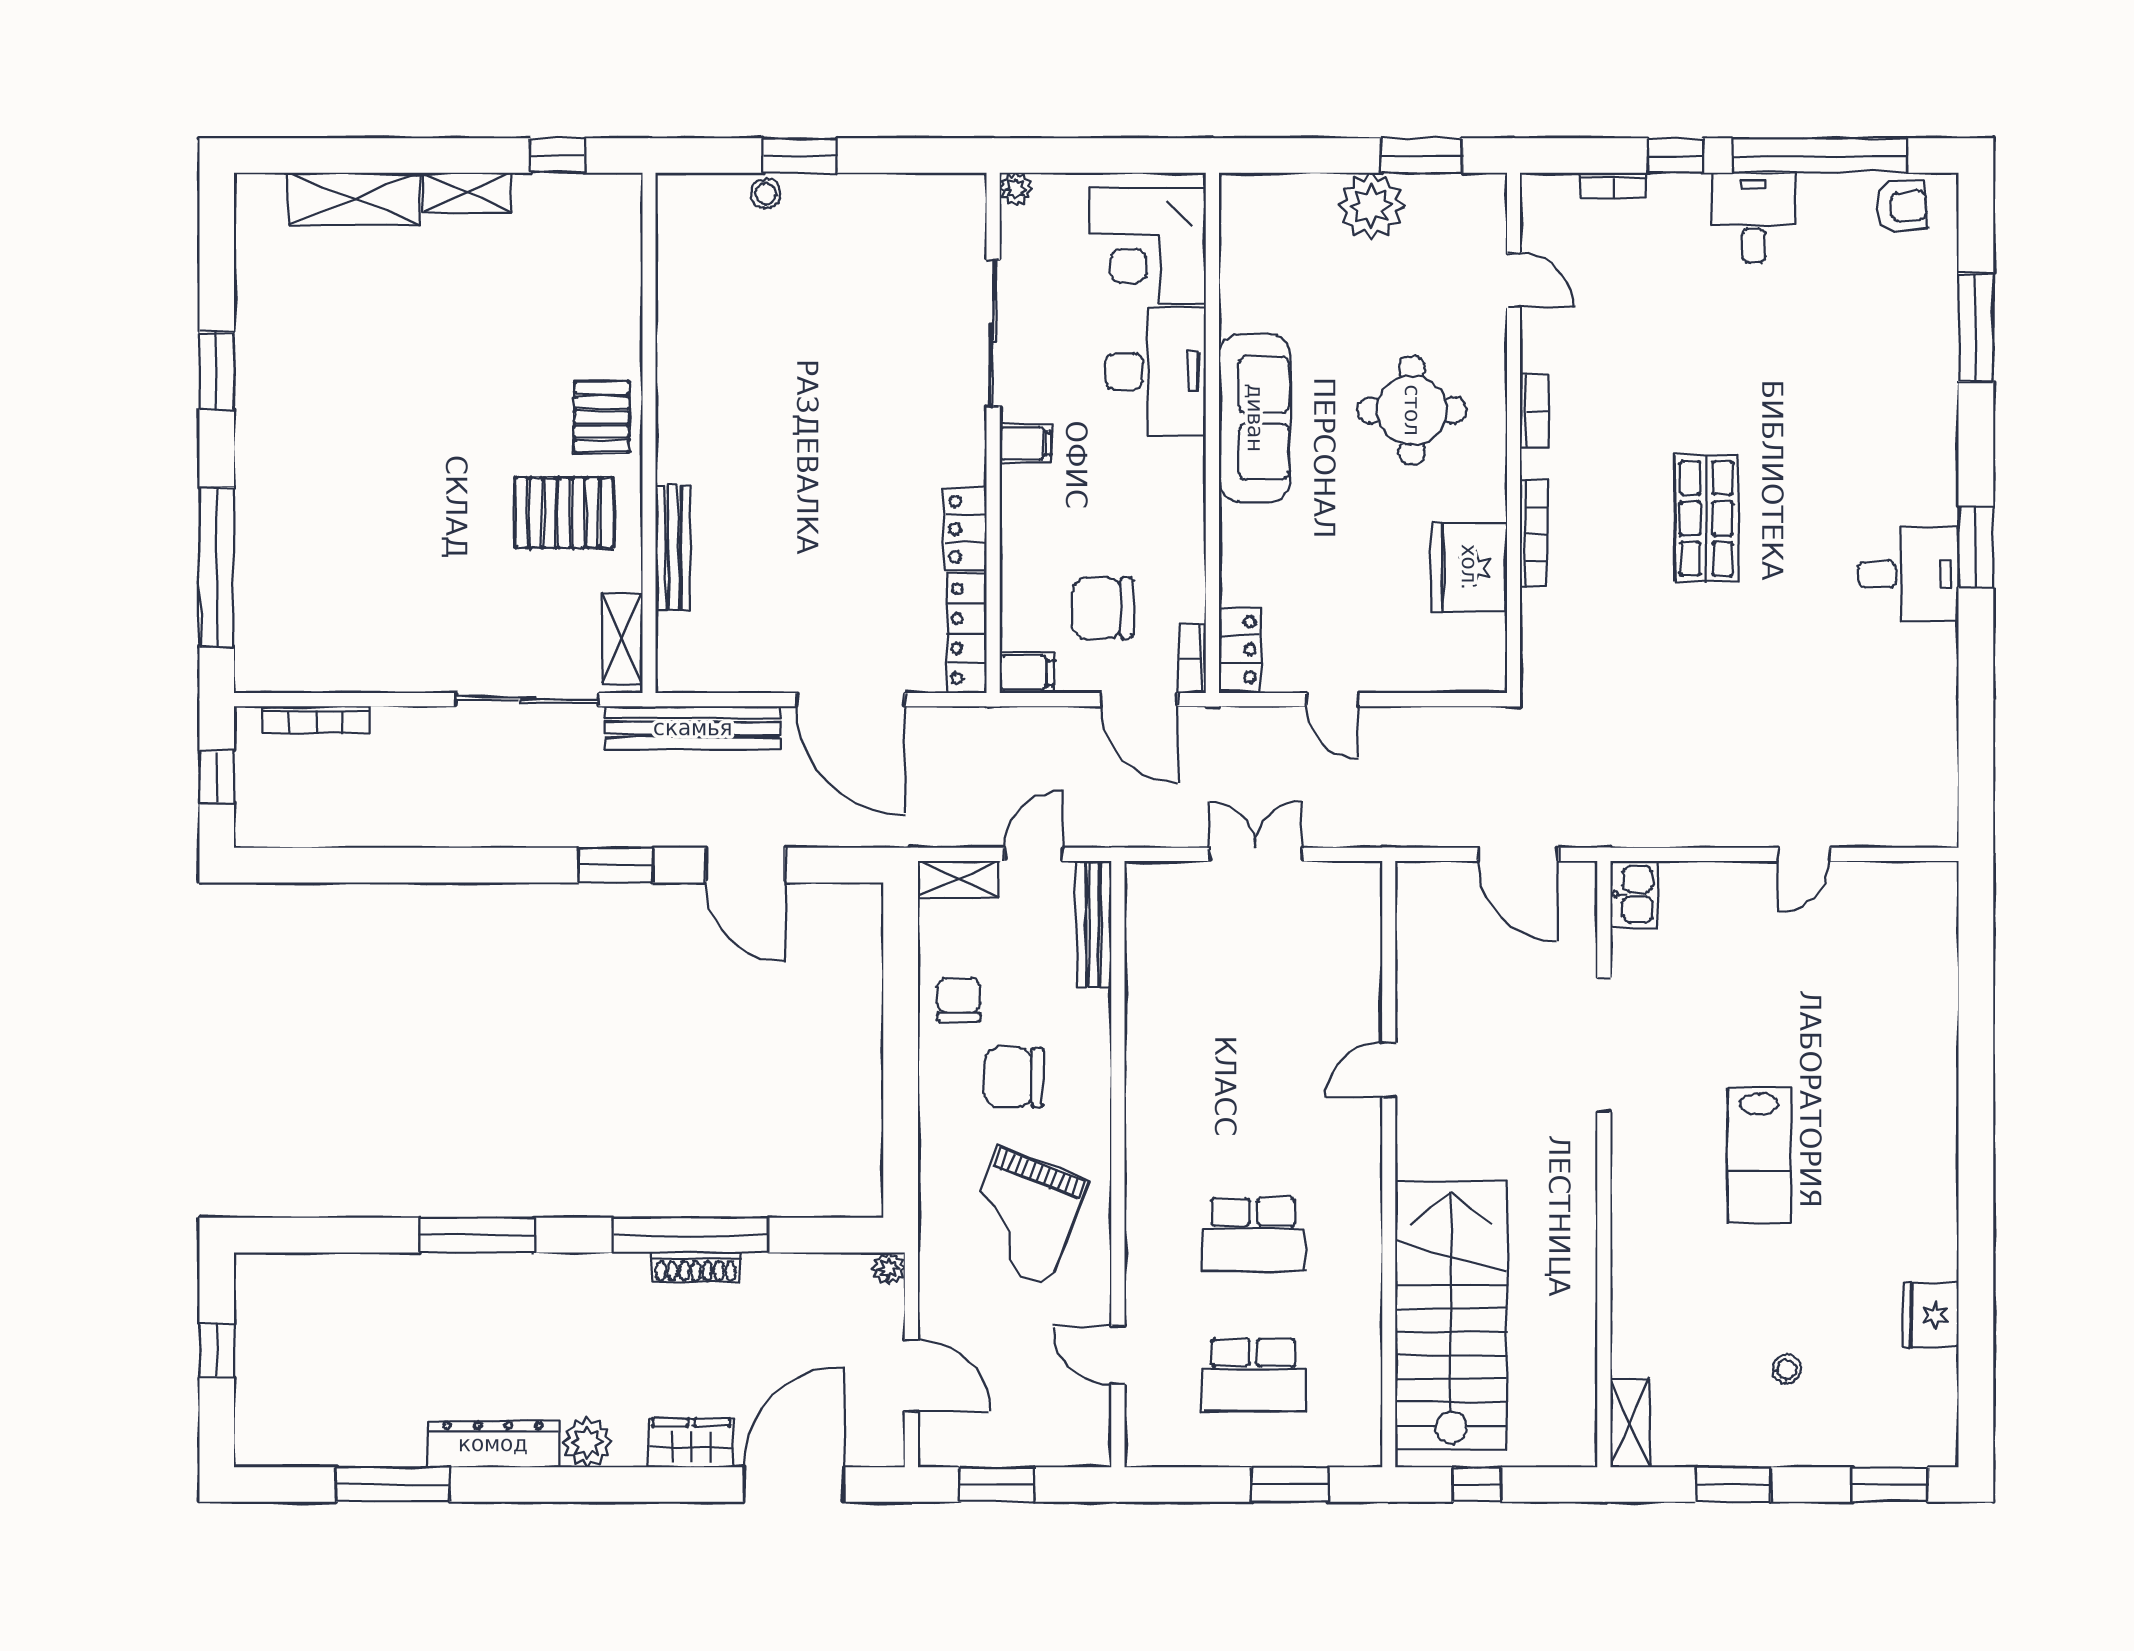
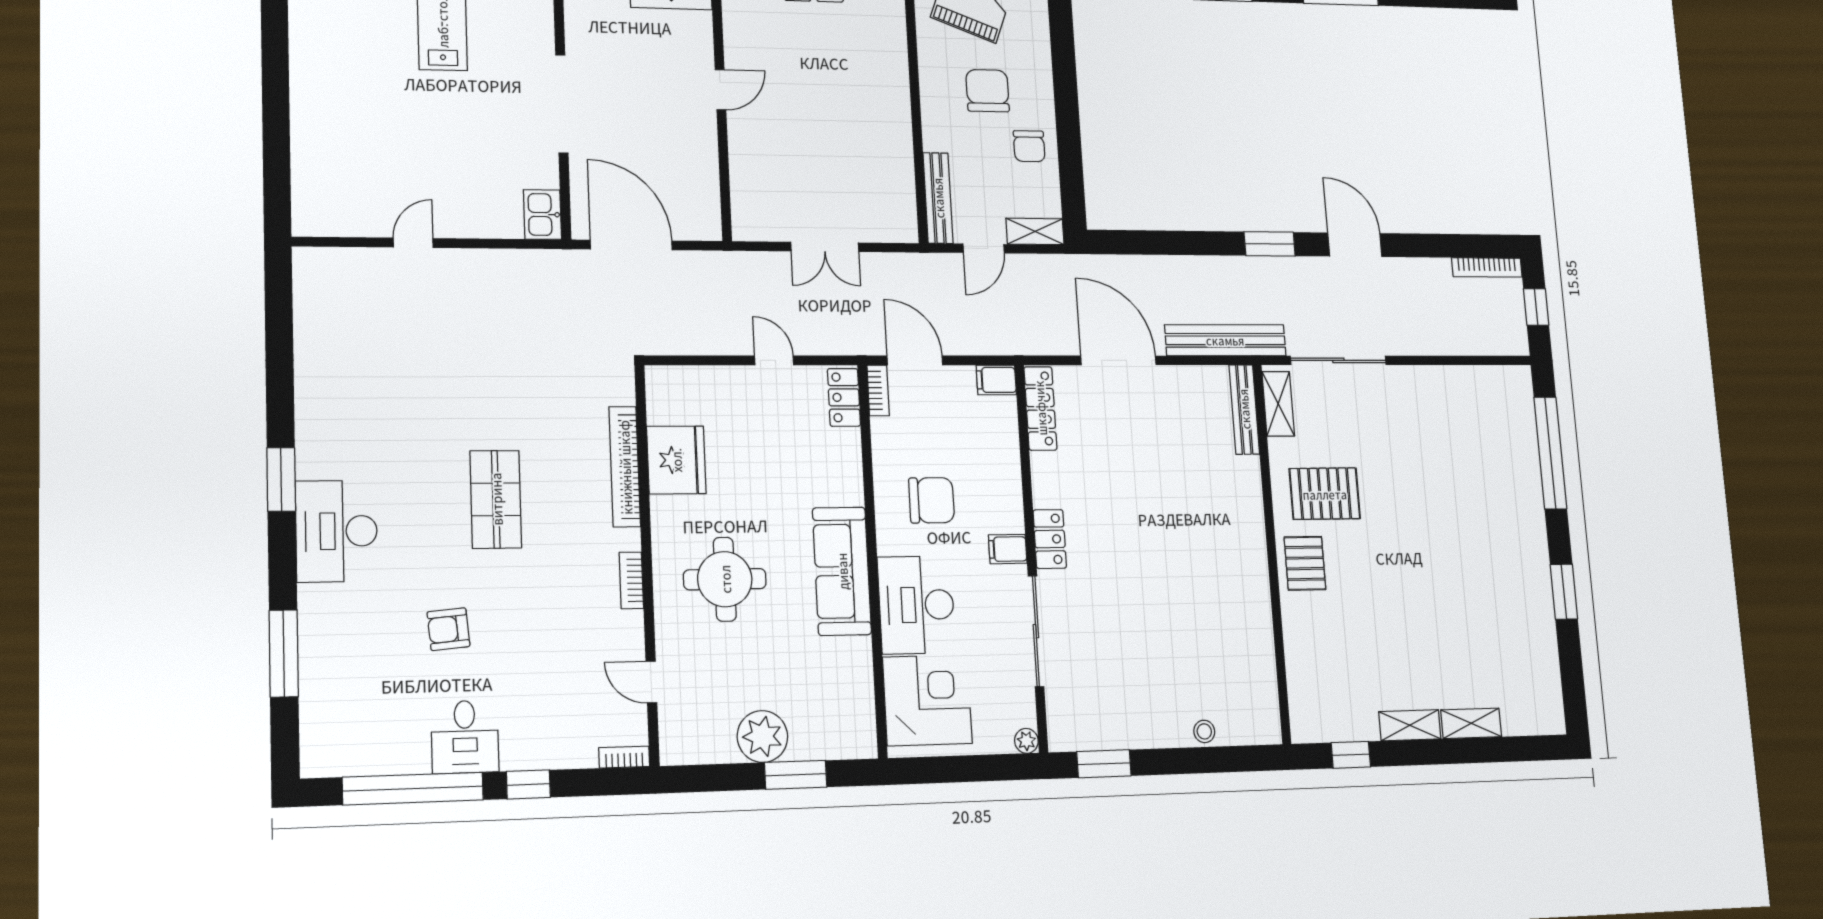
window: (800, 156) -> (1104, 764), moved
window: (1422, 156) -> (796, 775), moved
bookcase: (1613, 186) -> (624, 757), moved
shelving: (354, 199) -> (1471, 723), width x0.67, depth x0.75
armchair: (1902, 206) -> (448, 629), moved
locker: (966, 529) -> (1050, 539), moved
bookcase: (1534, 534) -> (625, 467), width x1.48, depth x1.31
bench: (673, 548) -> (1244, 409), moved
desk: (1908, 574) -> (337, 531), moved, width x1.37
chair: (1102, 608) -> (932, 500), moved
bookcase: (316, 720) -> (1487, 267), moved, turned 180
door: (1518, 854) -> (631, 245), width x1.36
door: (745, 865) -> (1355, 245), moved
chair: (1014, 1077) -> (988, 91), turned -90

